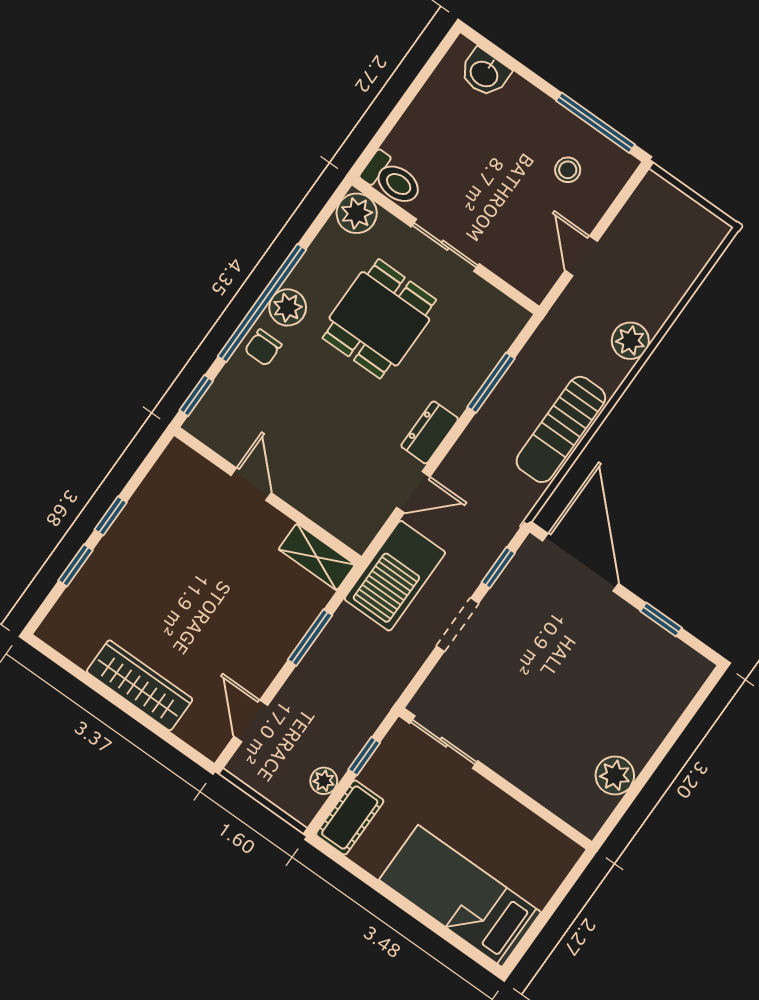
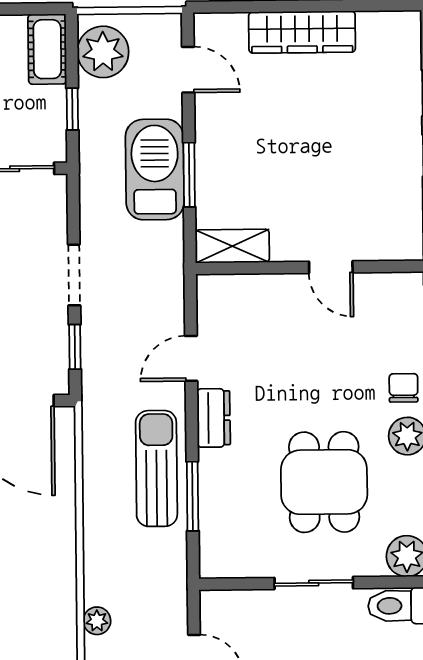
plant: (630, 341) -> (97, 621), width x0.73, depth x0.73
sun lounger: (561, 429) -> (156, 468), moved
barbecue: (395, 576) -> (155, 169), moved
plant: (324, 781) -> (103, 52), width x1.88, depth x1.88

